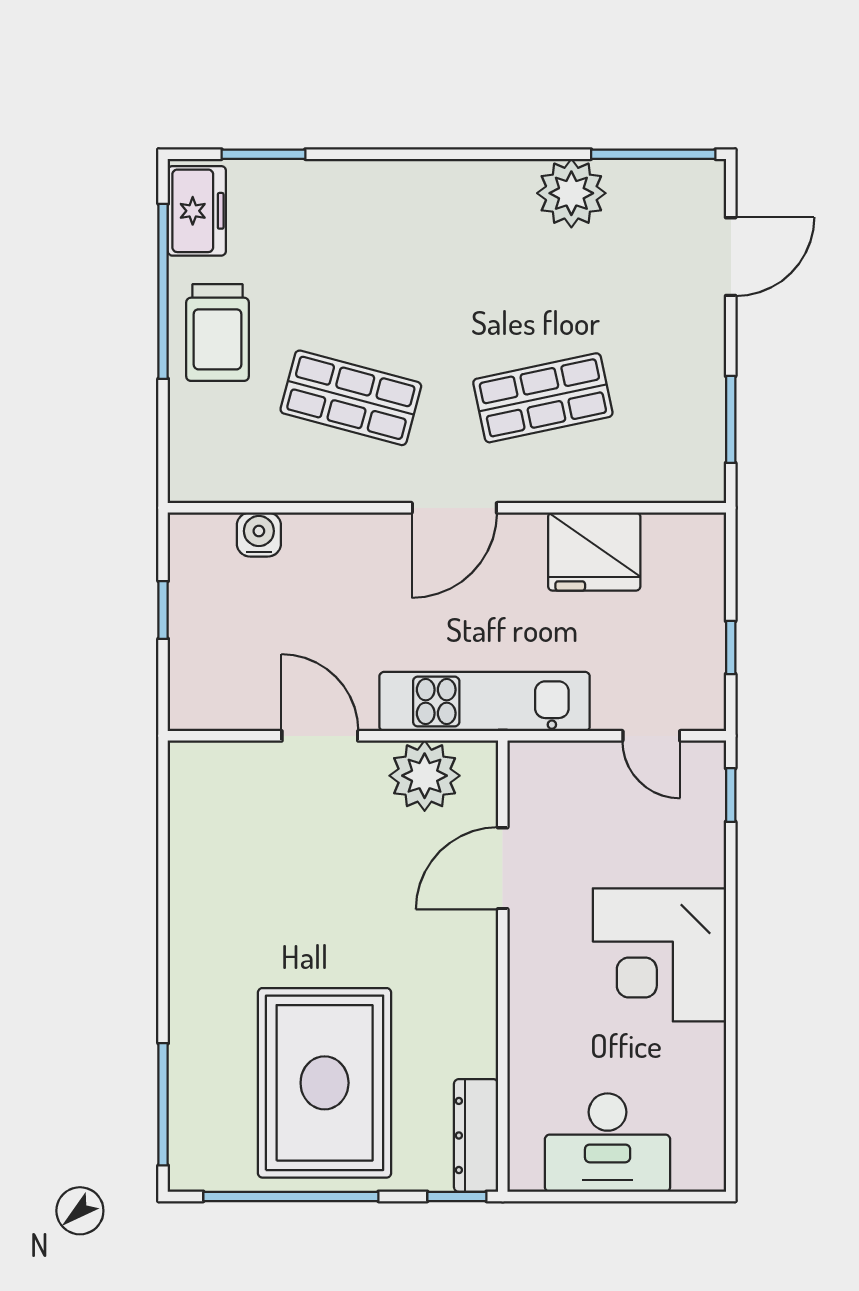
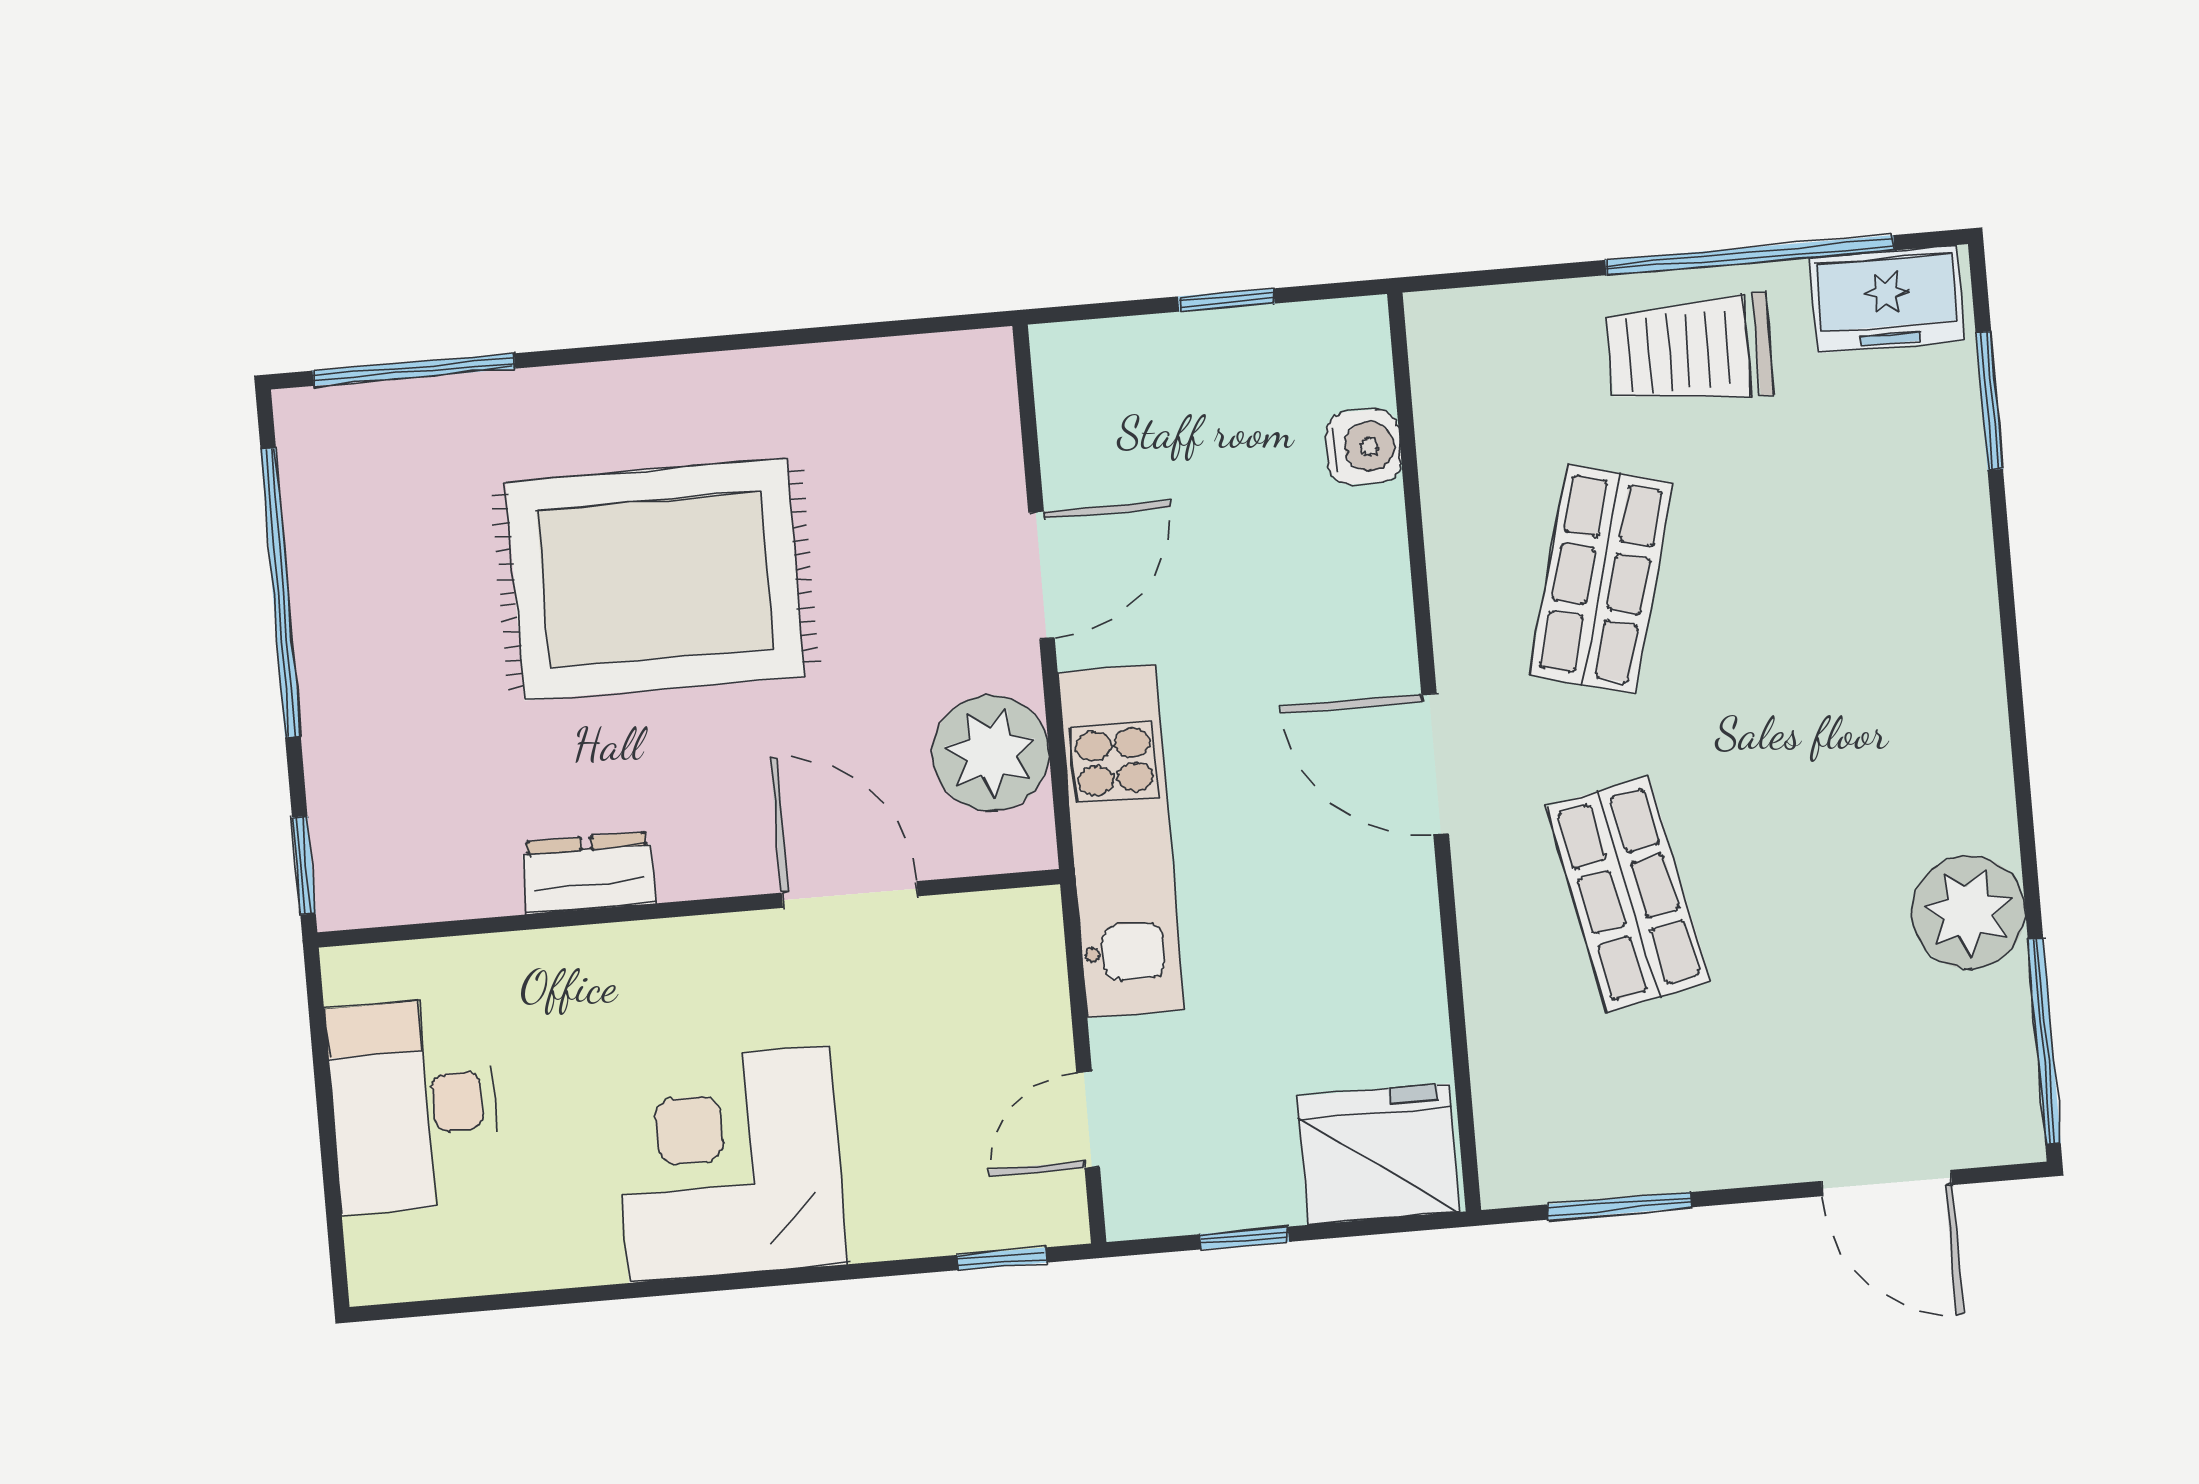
fridge: (594, 552) -> (1379, 1154), moved, turned 90
rug: (325, 1083) -> (655, 579), moved
dresser: (476, 1135) -> (589, 873), moved, width x0.70

